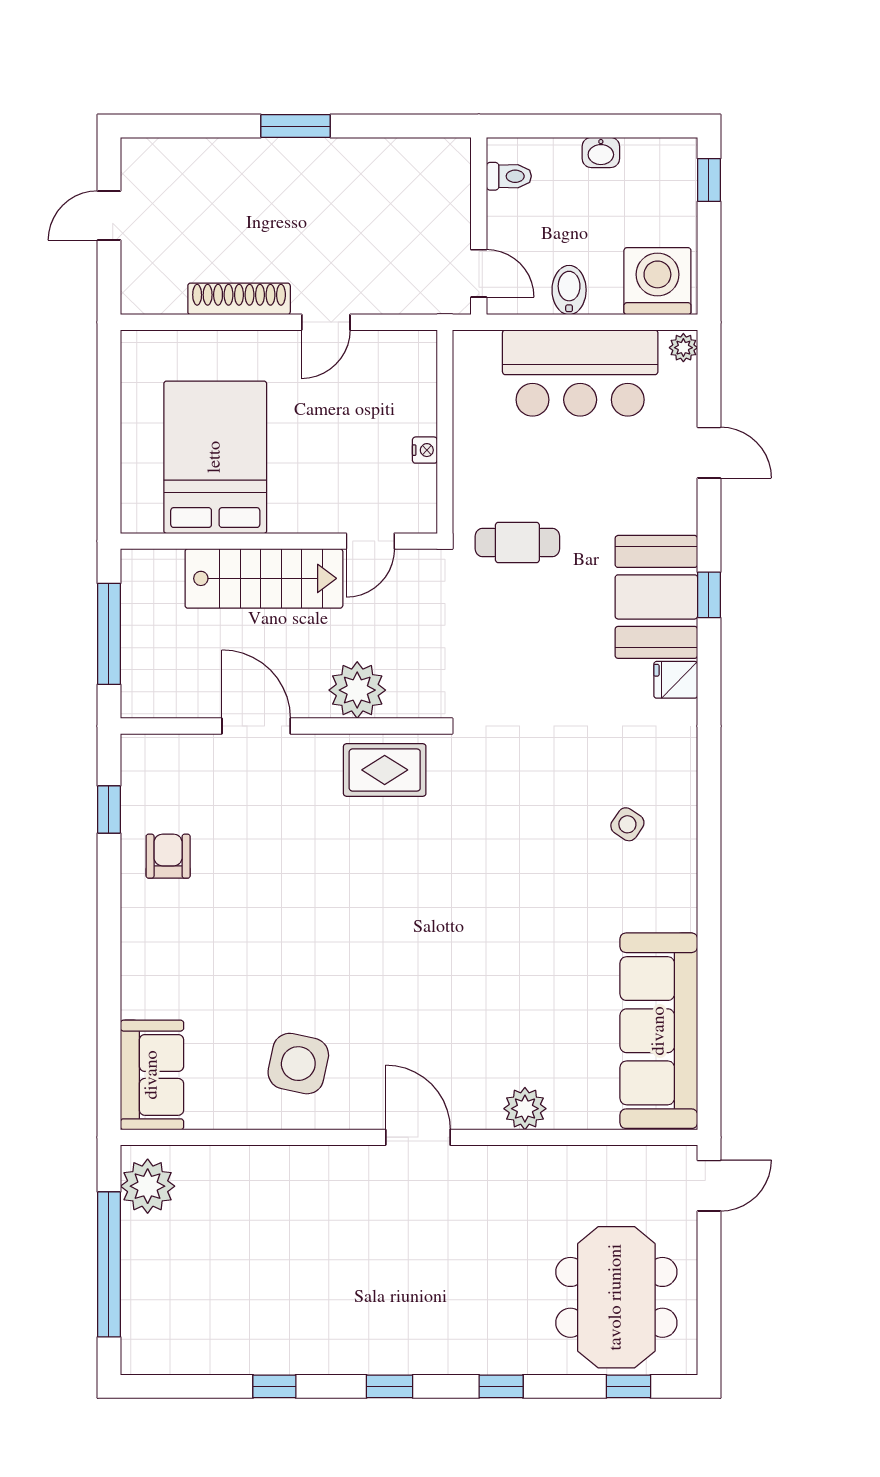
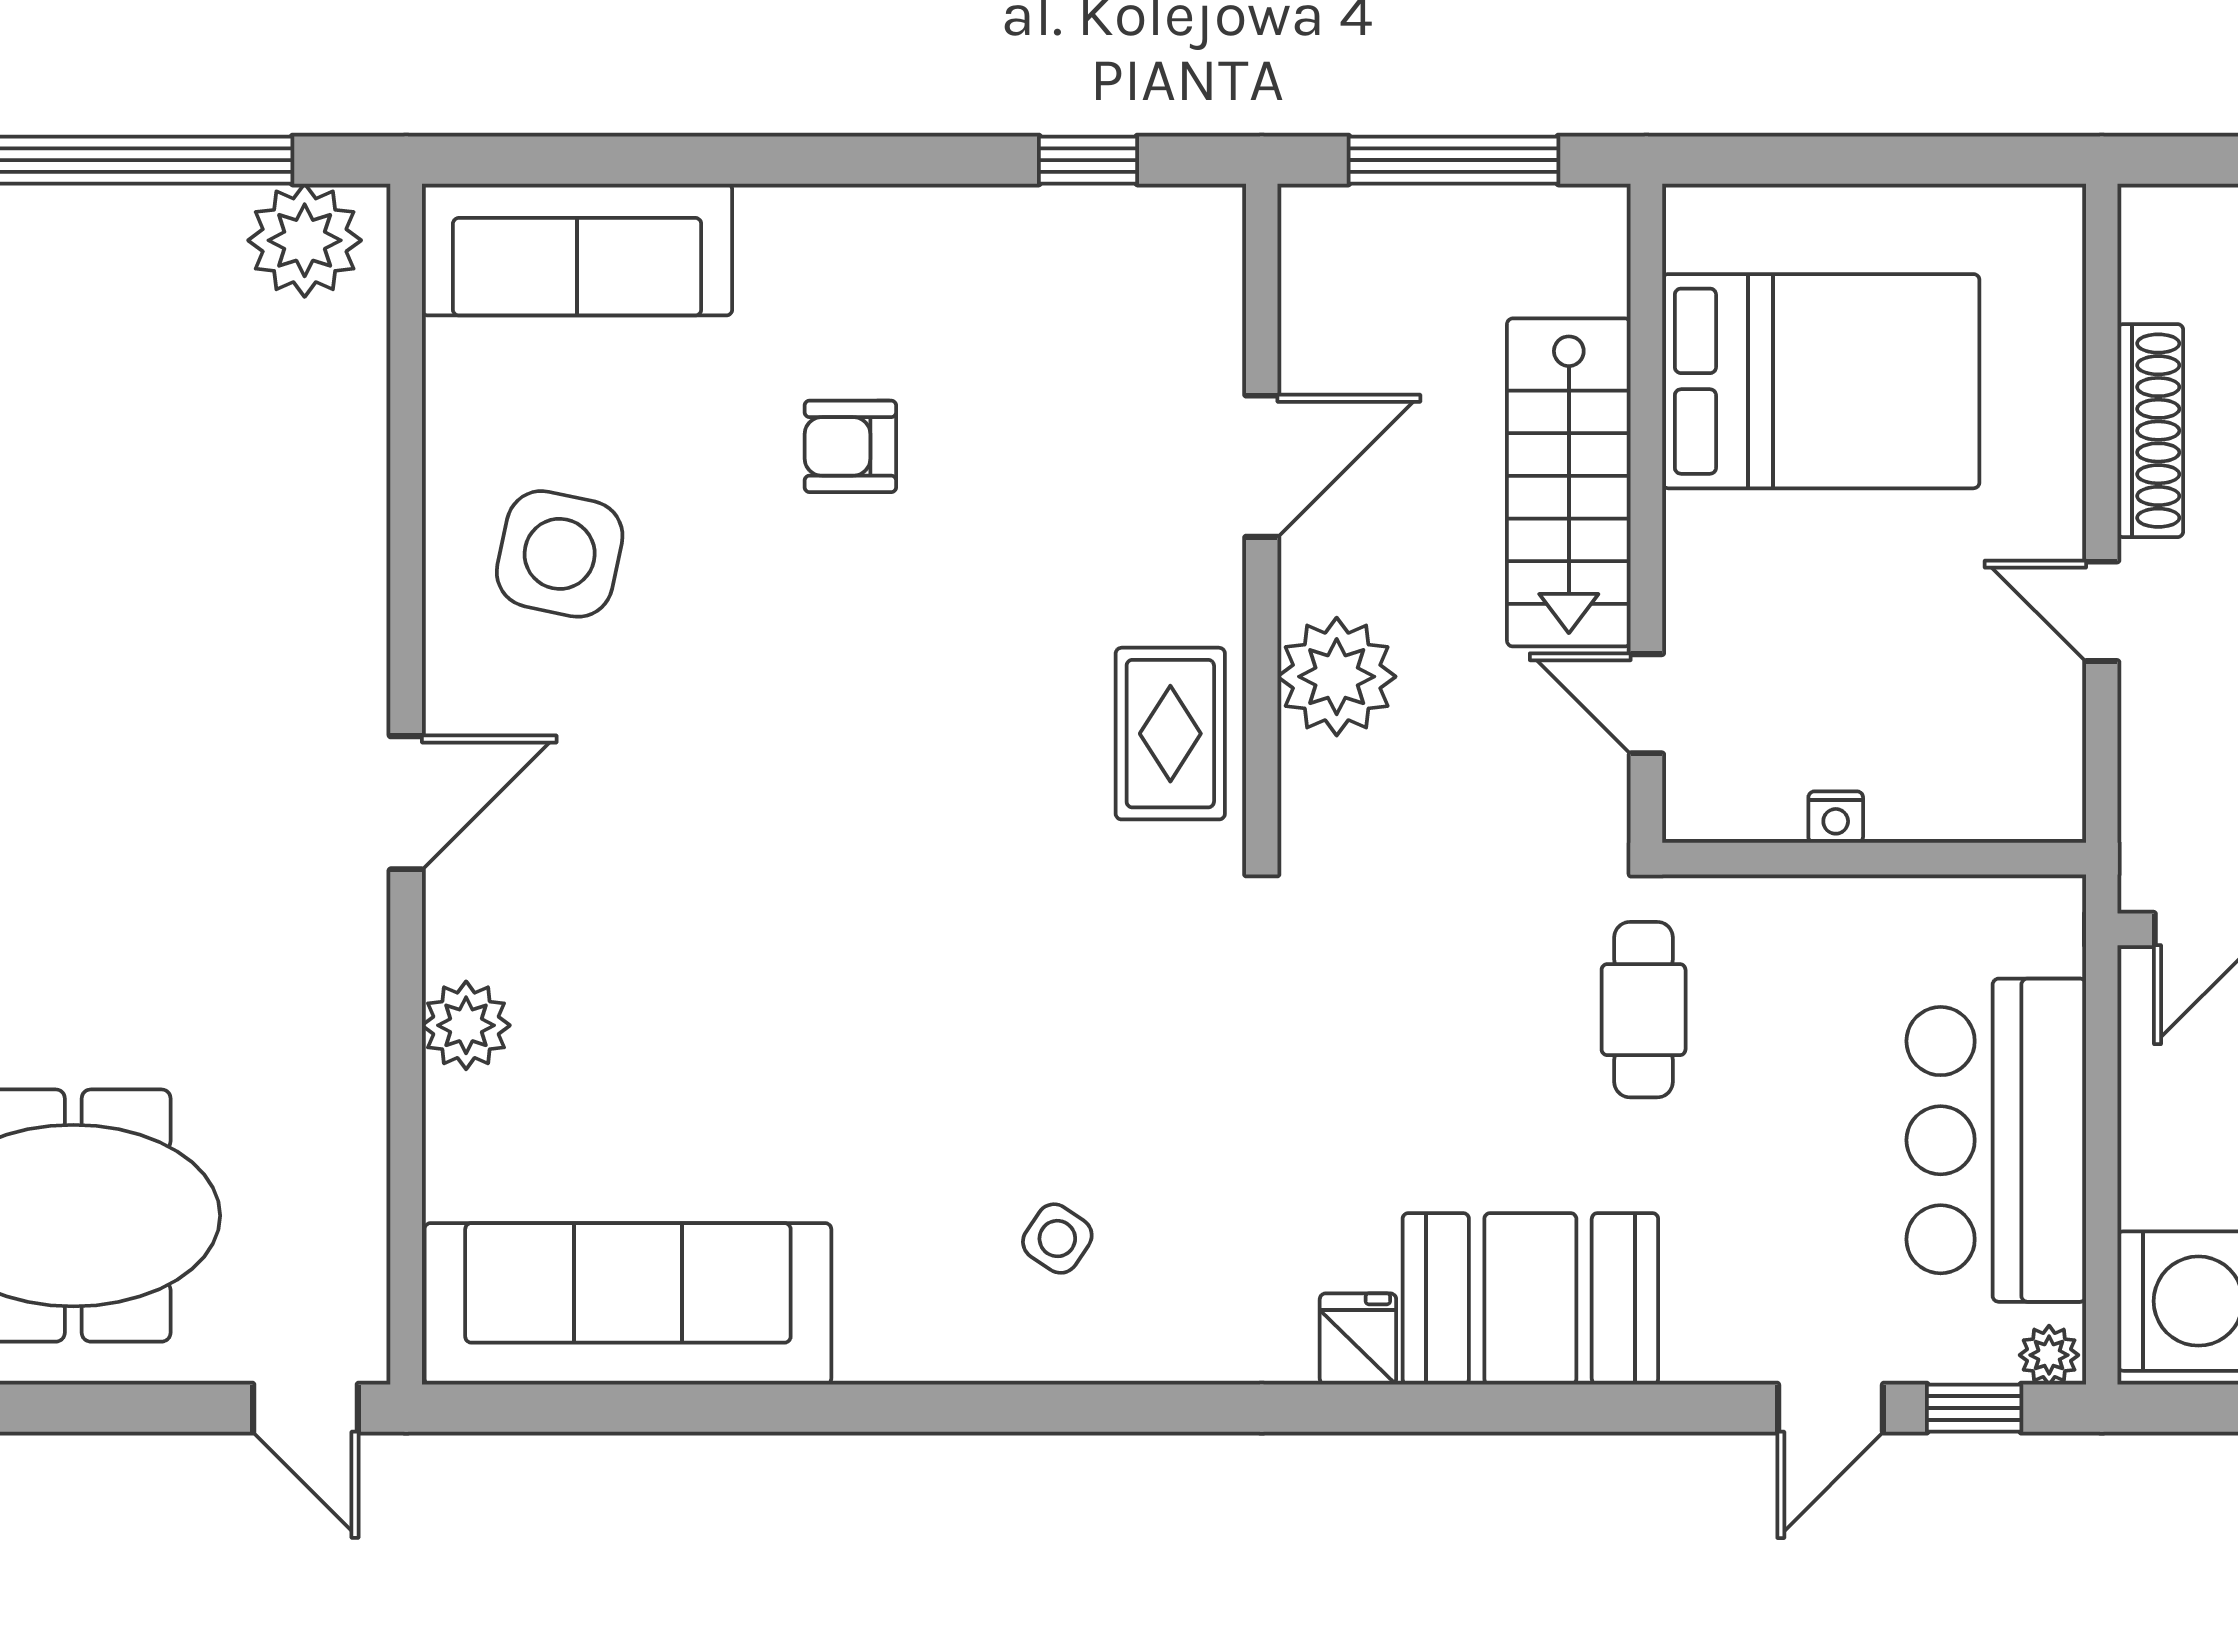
bidet: (569, 290) -> (2169, 1117), removed
window: (709, 595) -> (1974, 1408), moved
armchair: (168, 856) -> (850, 446), moved, turned 180
sofa: (152, 1075) -> (577, 250), width x1.36

